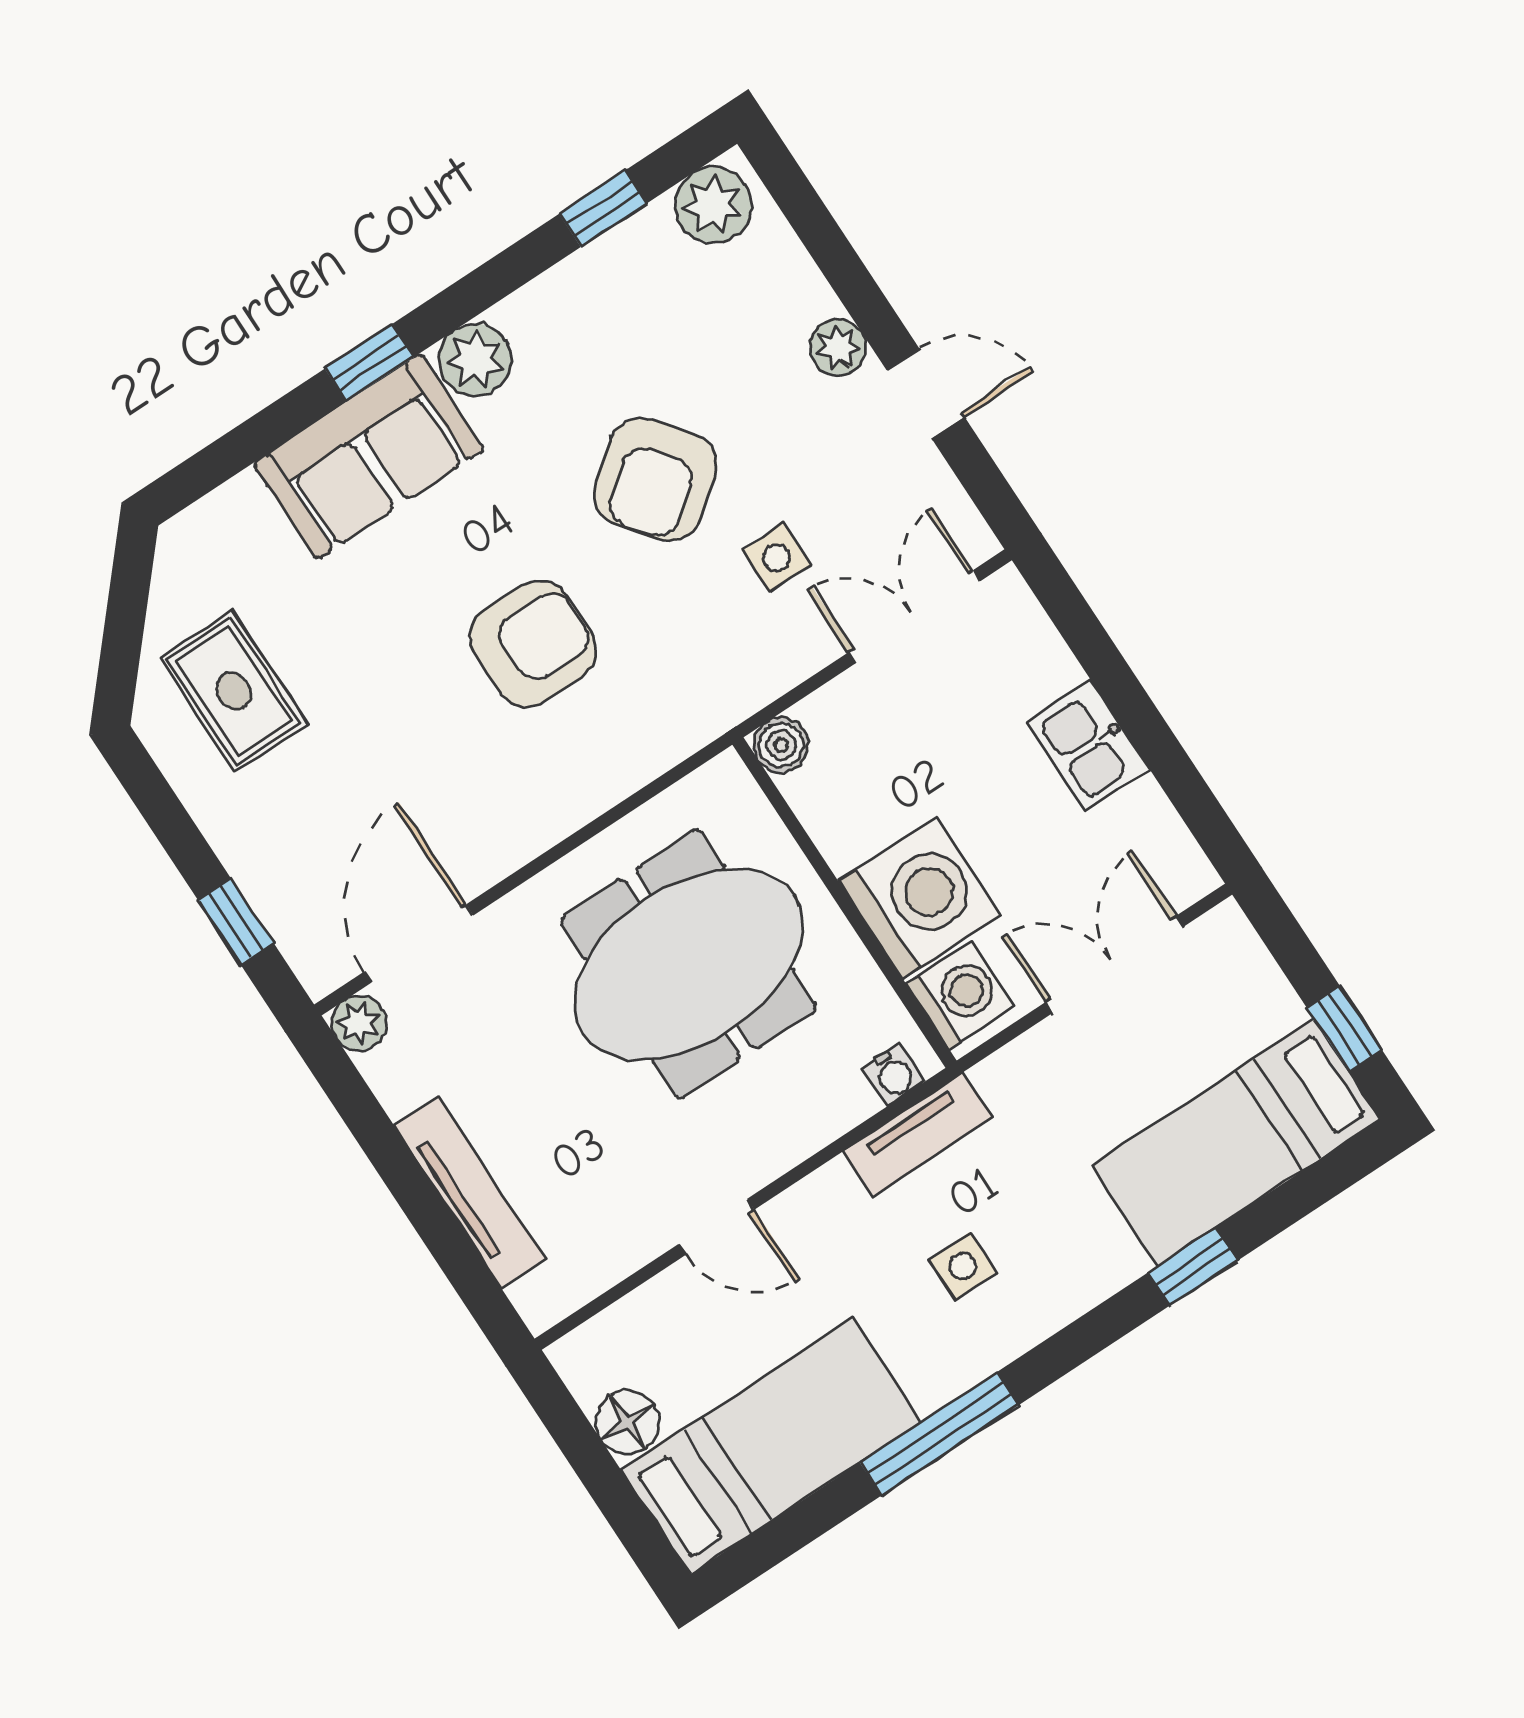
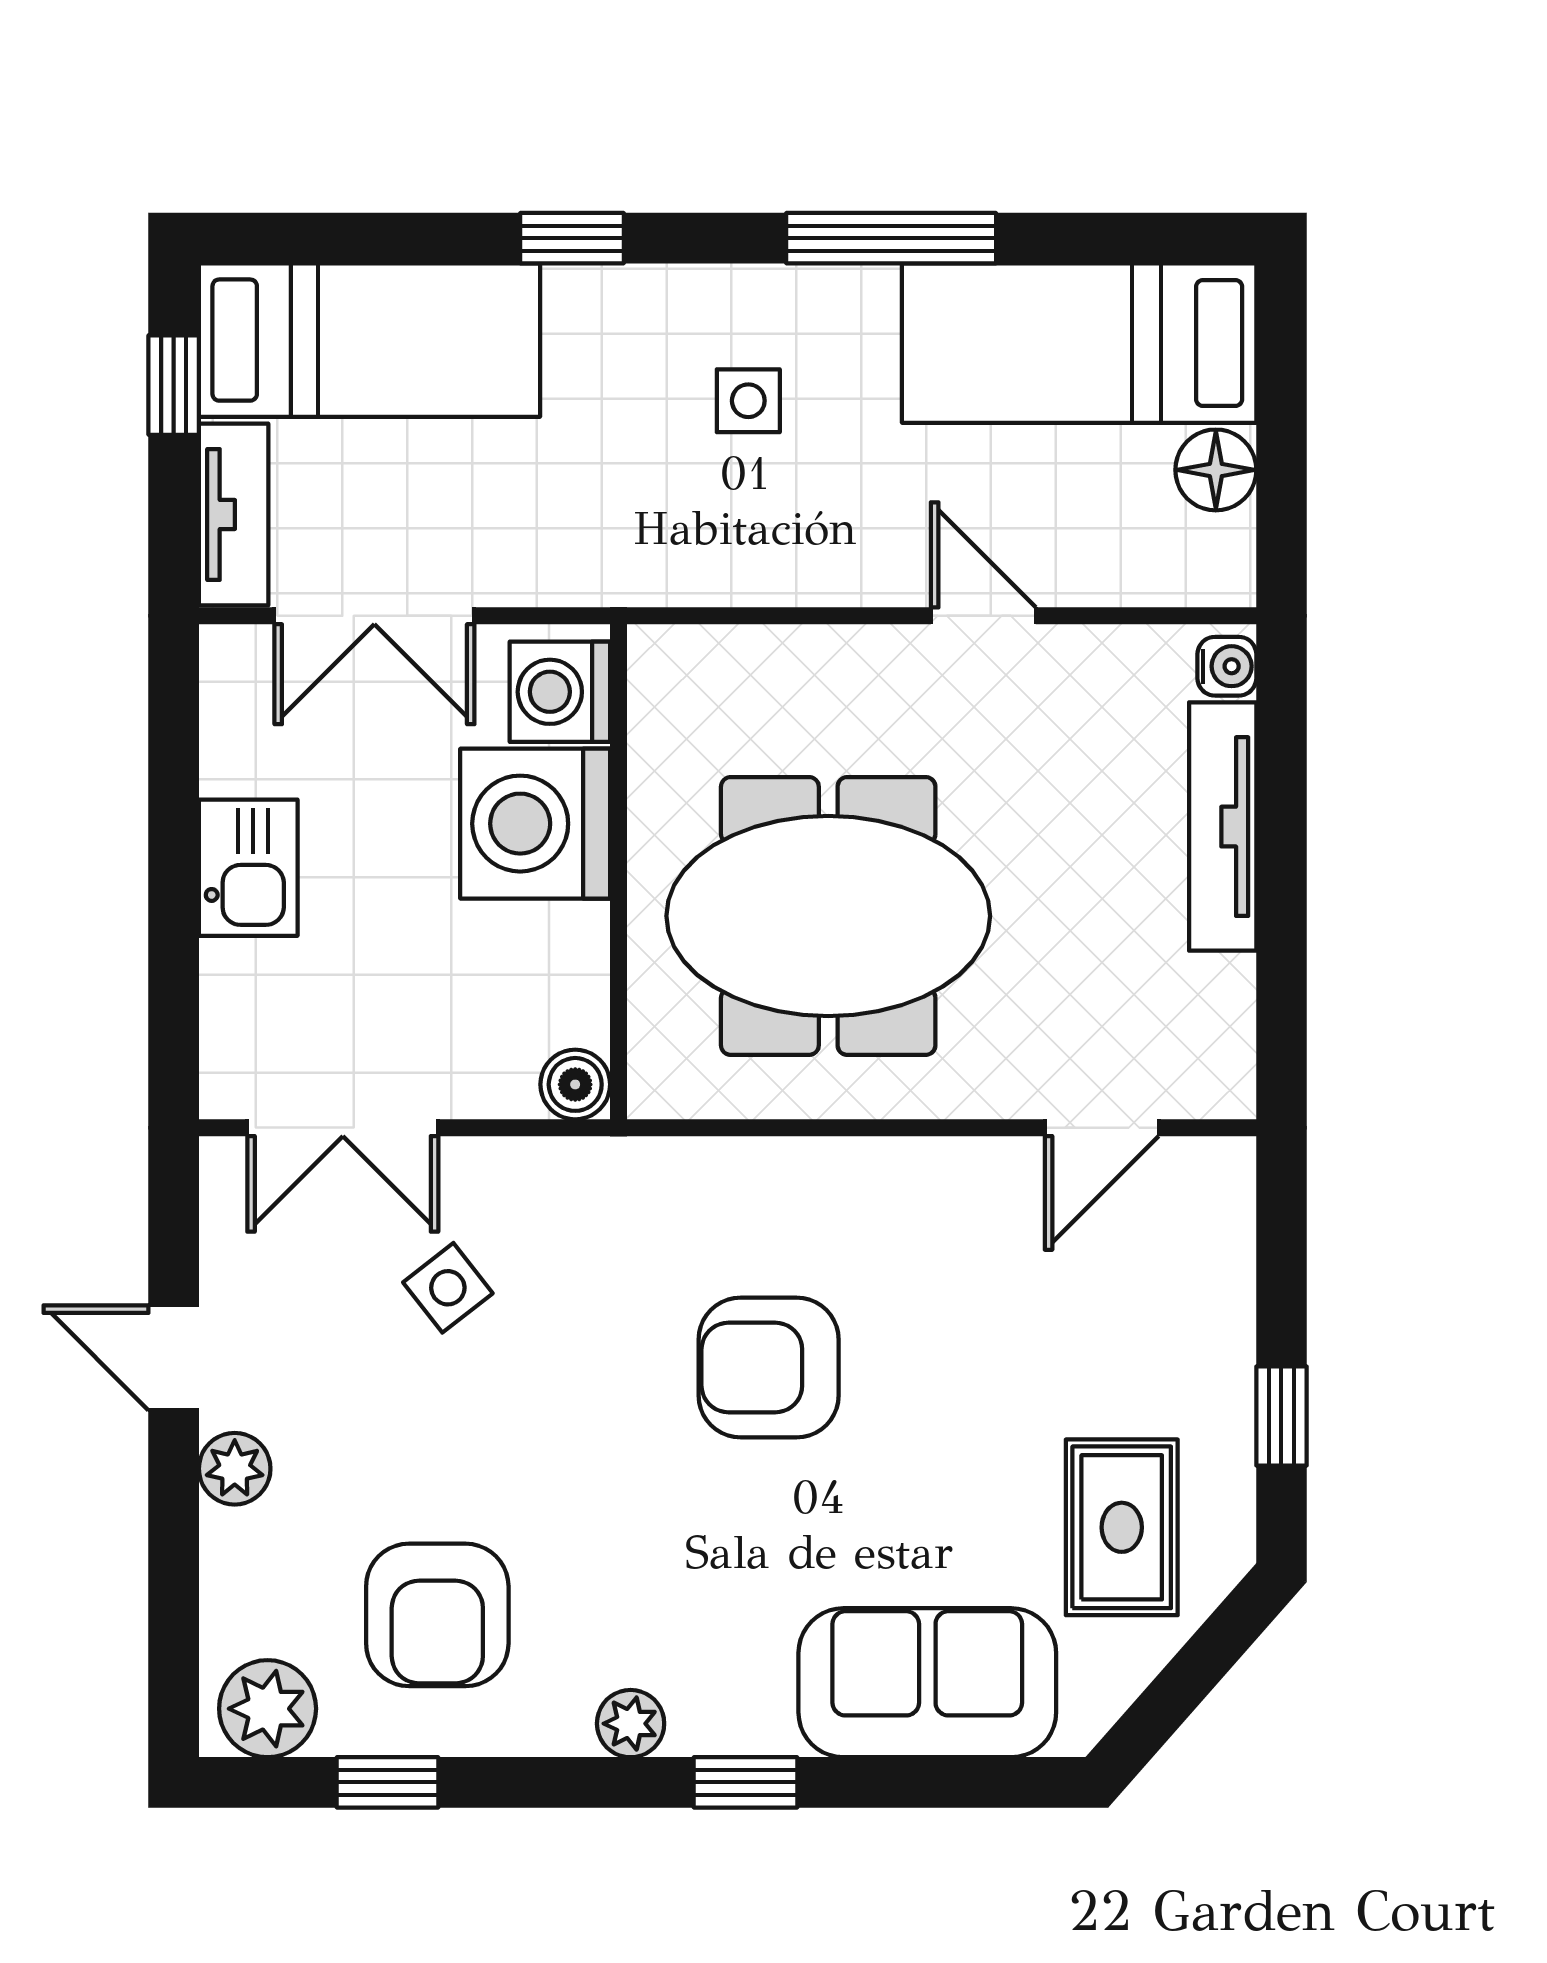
plant: (475, 360) -> (631, 1724), width x0.73, depth x0.73
sofa: (369, 456) -> (927, 1683), moved
armchair: (655, 479) -> (437, 1615), moved, turned 128
side table: (777, 557) -> (448, 1288), turned -38
window: (236, 922) -> (1281, 1416), moved
door: (419, 943) -> (1102, 1128), width x0.73
plant: (359, 1023) -> (1222, 1085), removed
water cooler: (894, 1075) -> (1227, 666), moved, turned 90
tv unit: (918, 1134) -> (234, 515), moved, turned 90
window: (1193, 1267) -> (572, 238), moved

